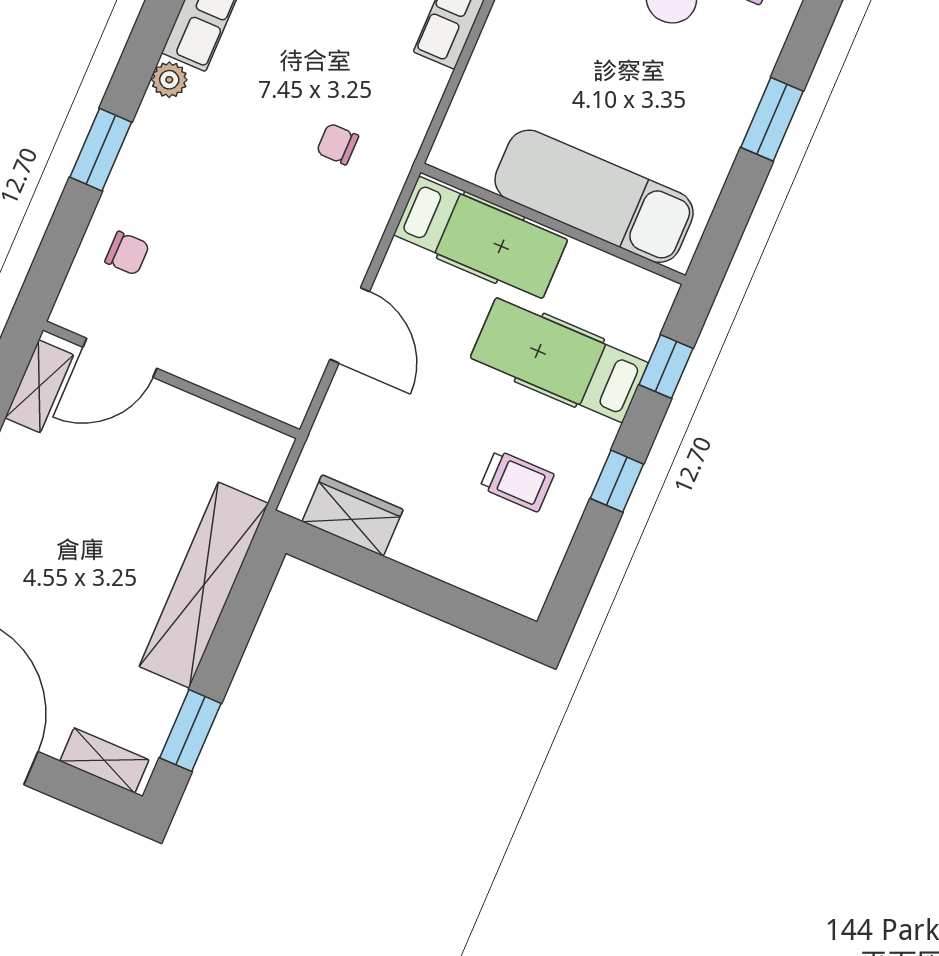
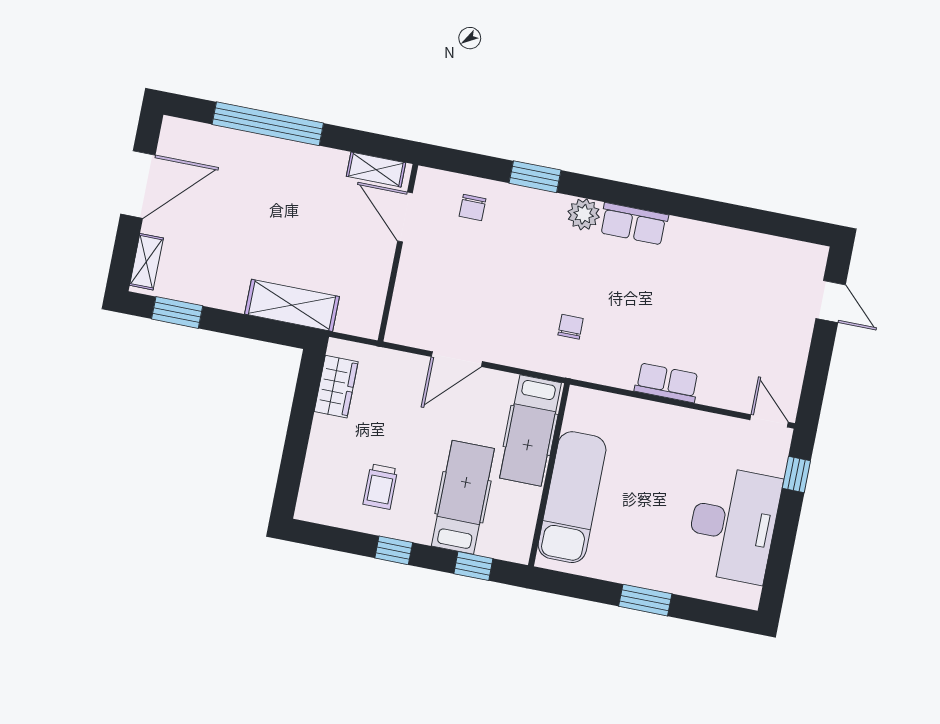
plant: (169, 80) -> (584, 214), width x1.38, depth x1.38
shelving: (204, 585) -> (292, 305), width x0.68

